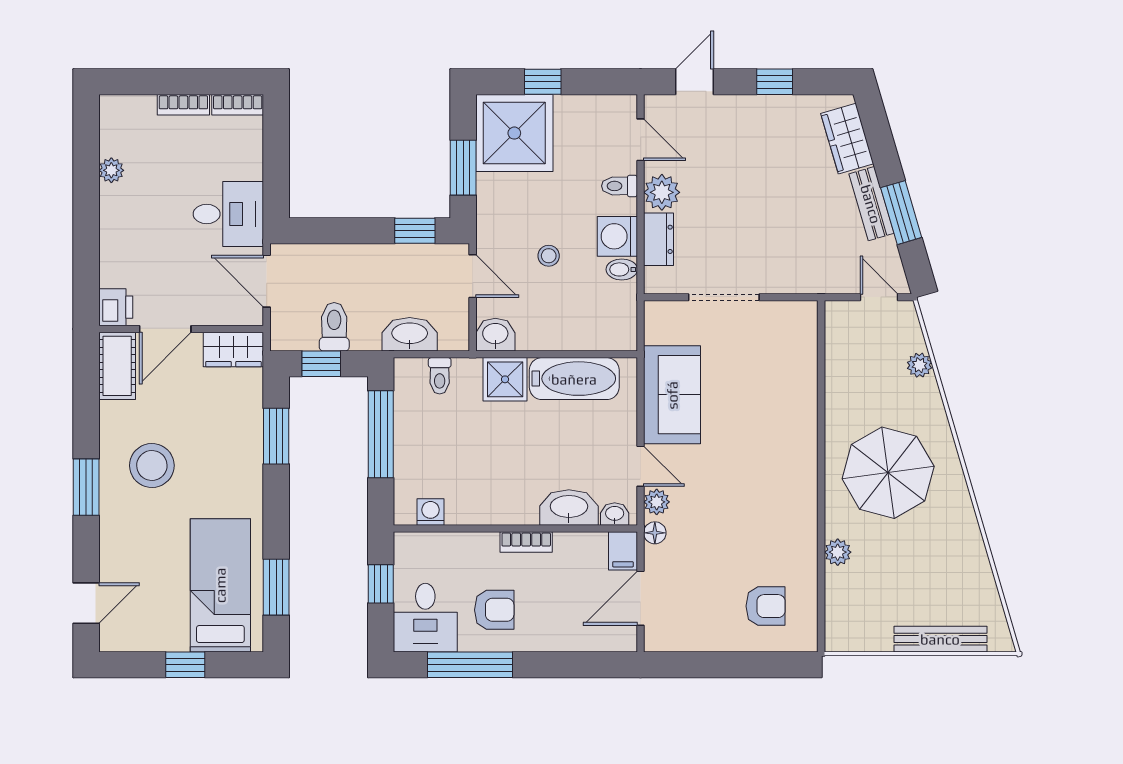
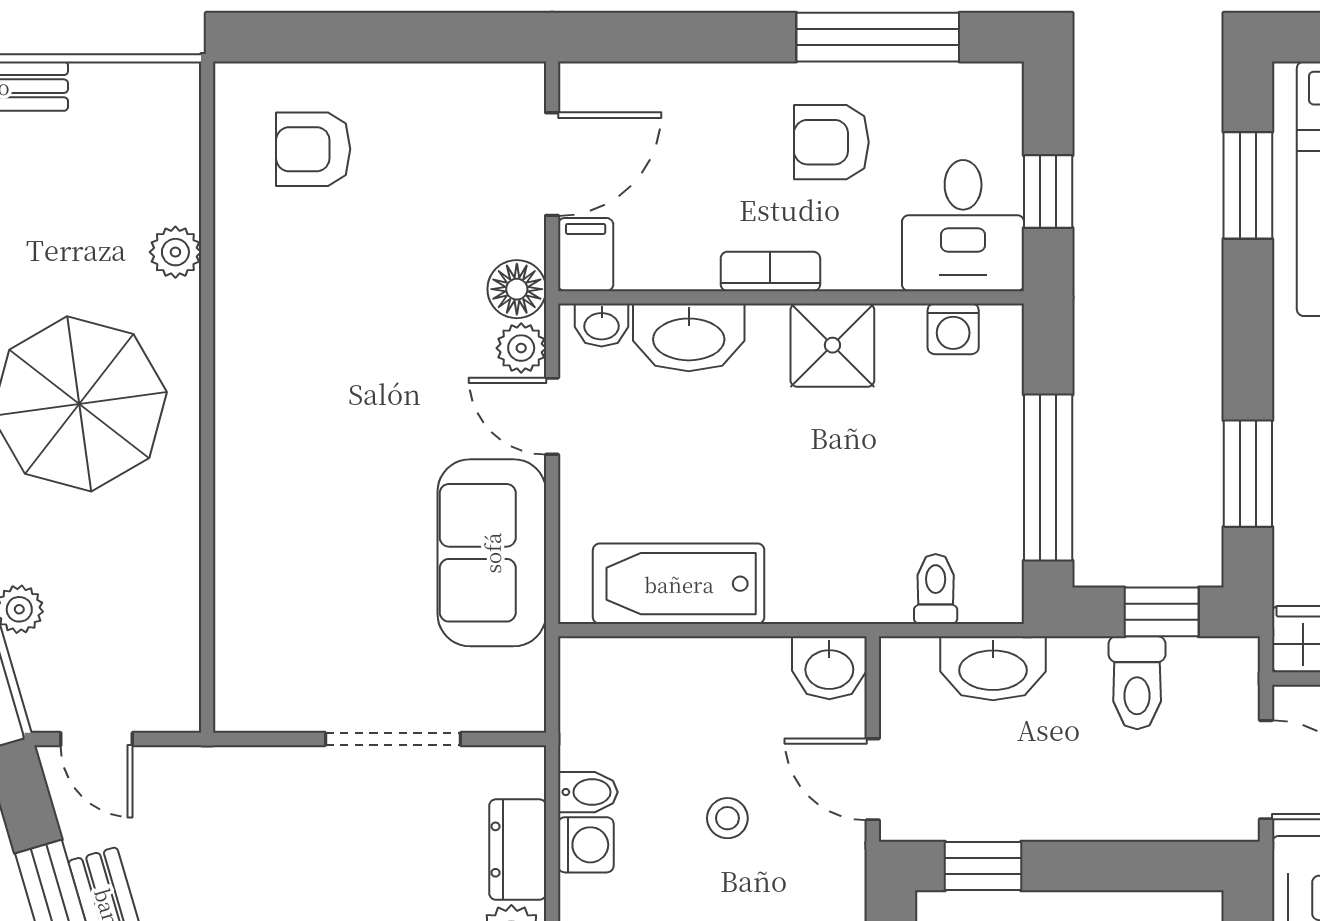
washing machine: (617, 236) -> (586, 845), width x0.73, depth x0.73
shower: (505, 379) -> (832, 345), moved
floor lamp: (655, 533) -> (517, 289), width x1.37, depth x1.37
desk: (425, 618) -> (963, 226), moved, turned 180

